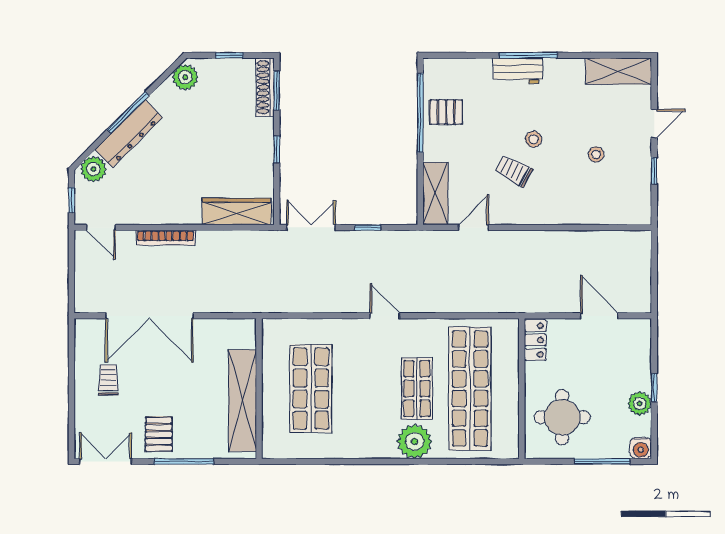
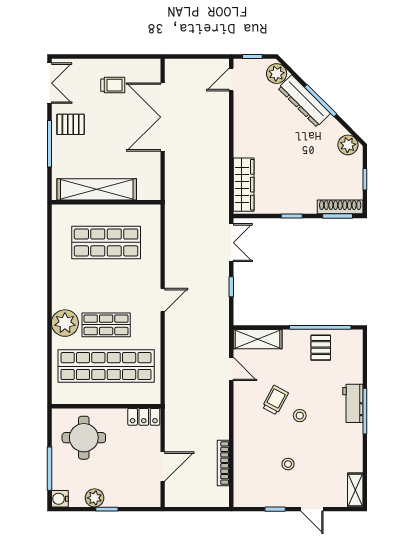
shelving: (619, 71) -> (355, 490), width x0.67, depth x0.75
bookcase: (166, 238) -> (223, 463), moved

